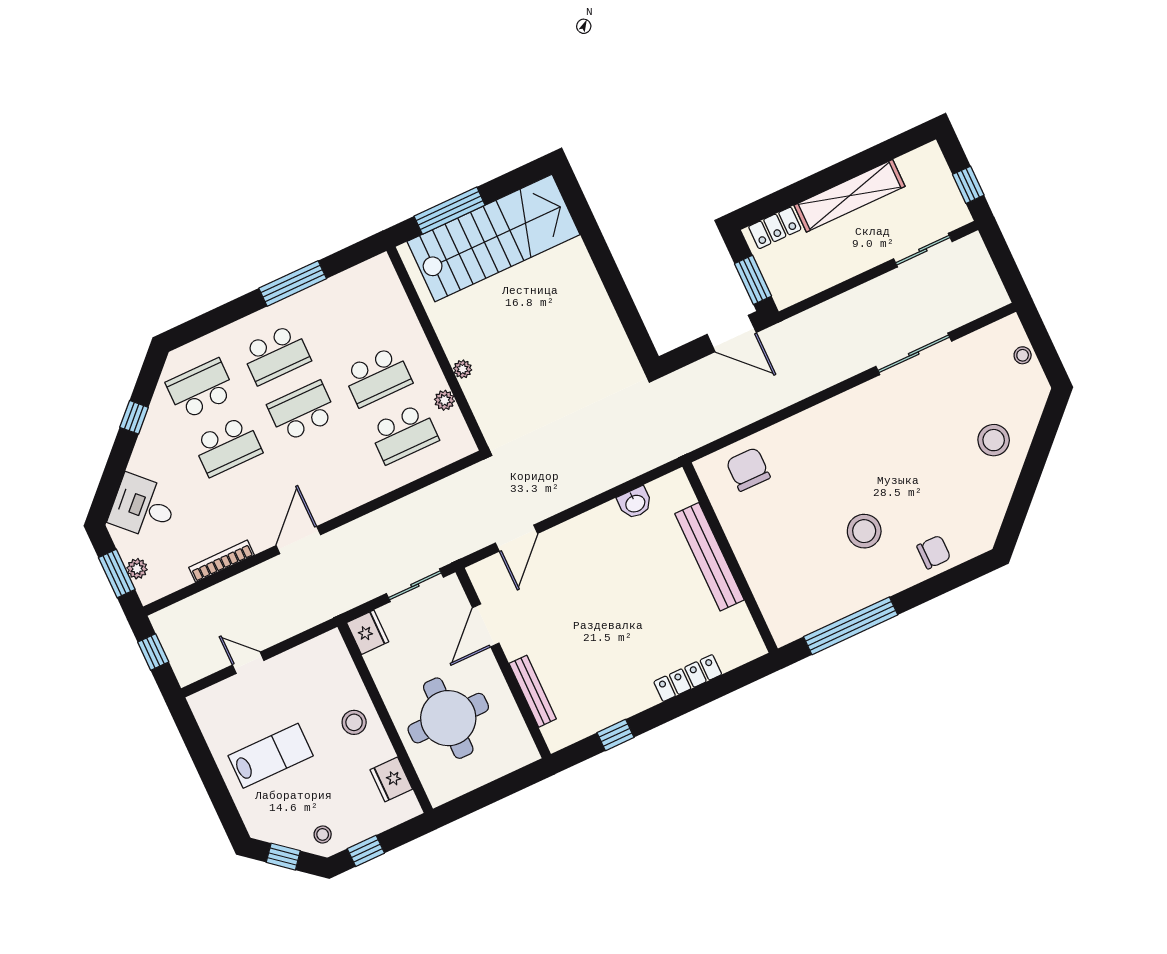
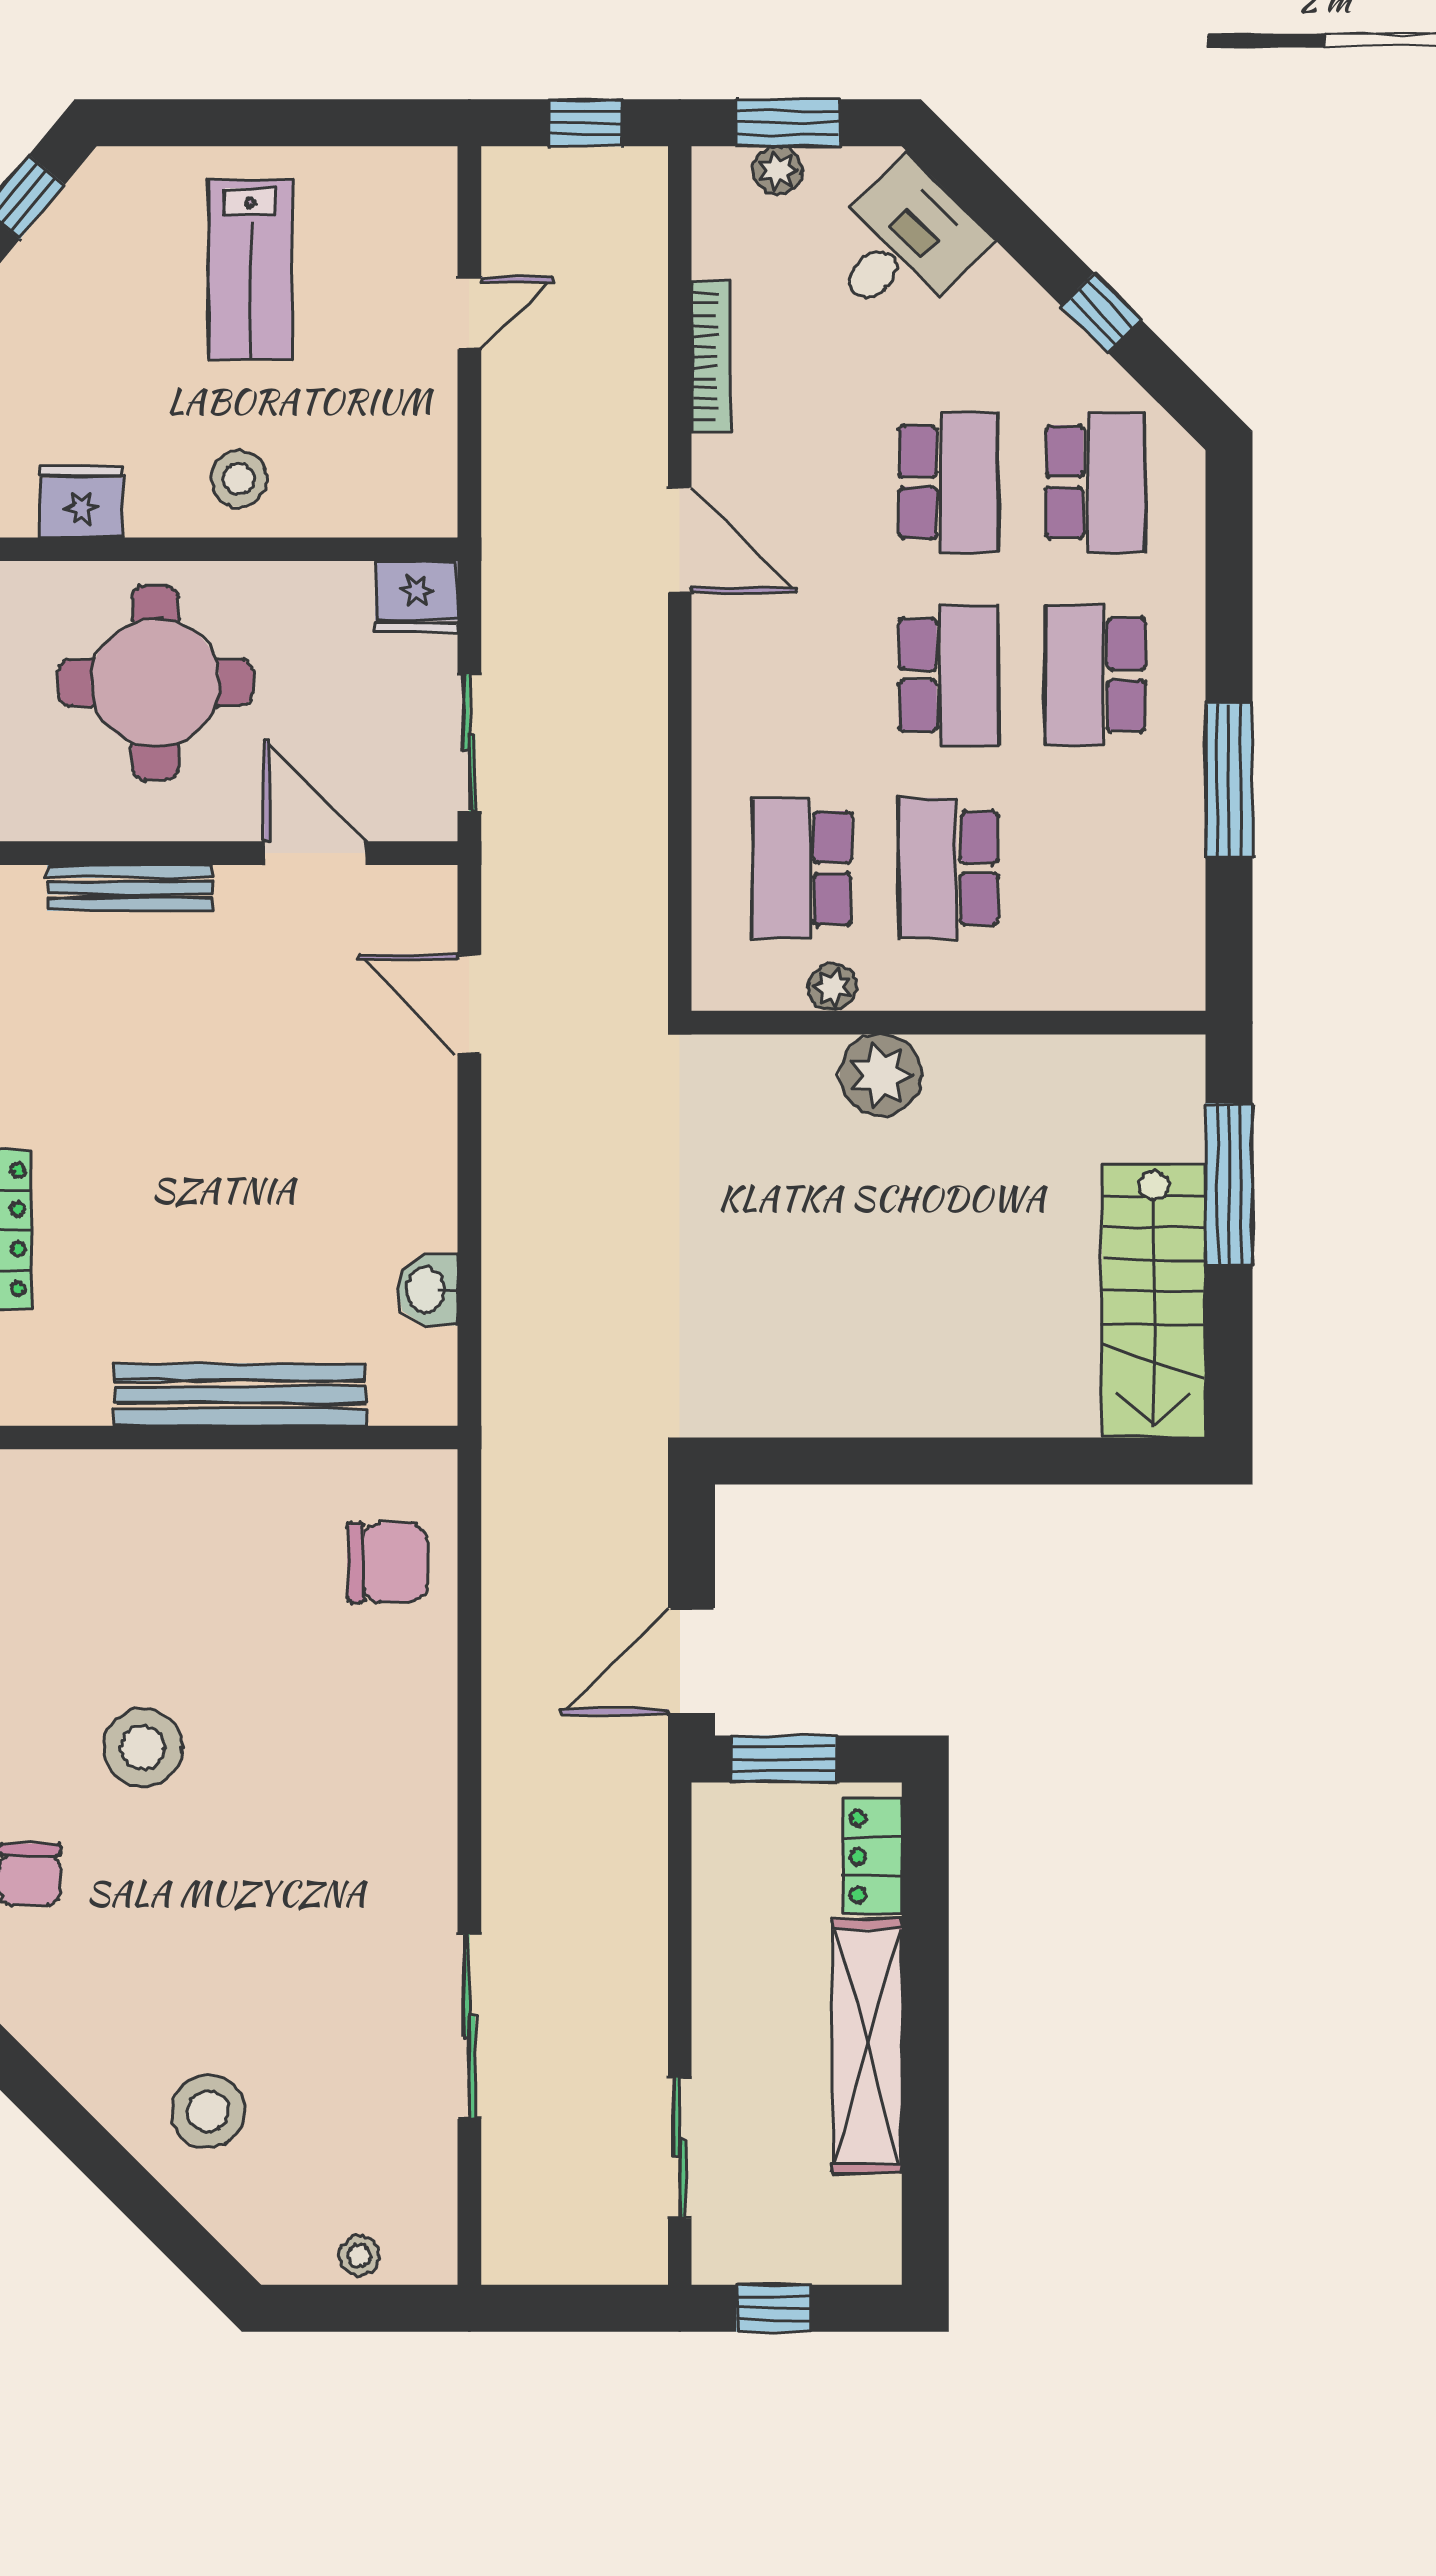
stairs: (494, 238) -> (1154, 1300), width x0.73, depth x0.66
plant: (463, 369) -> (881, 1075), width x1.88, depth x1.88
school desk: (227, 446) -> (949, 482), turned 180
stool: (323, 834) -> (32, 302), removed

